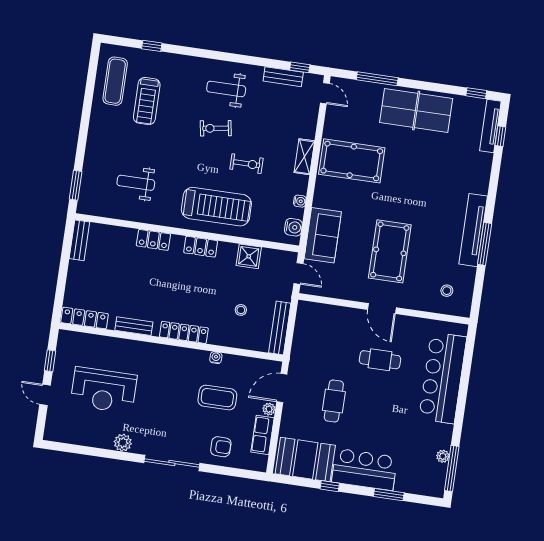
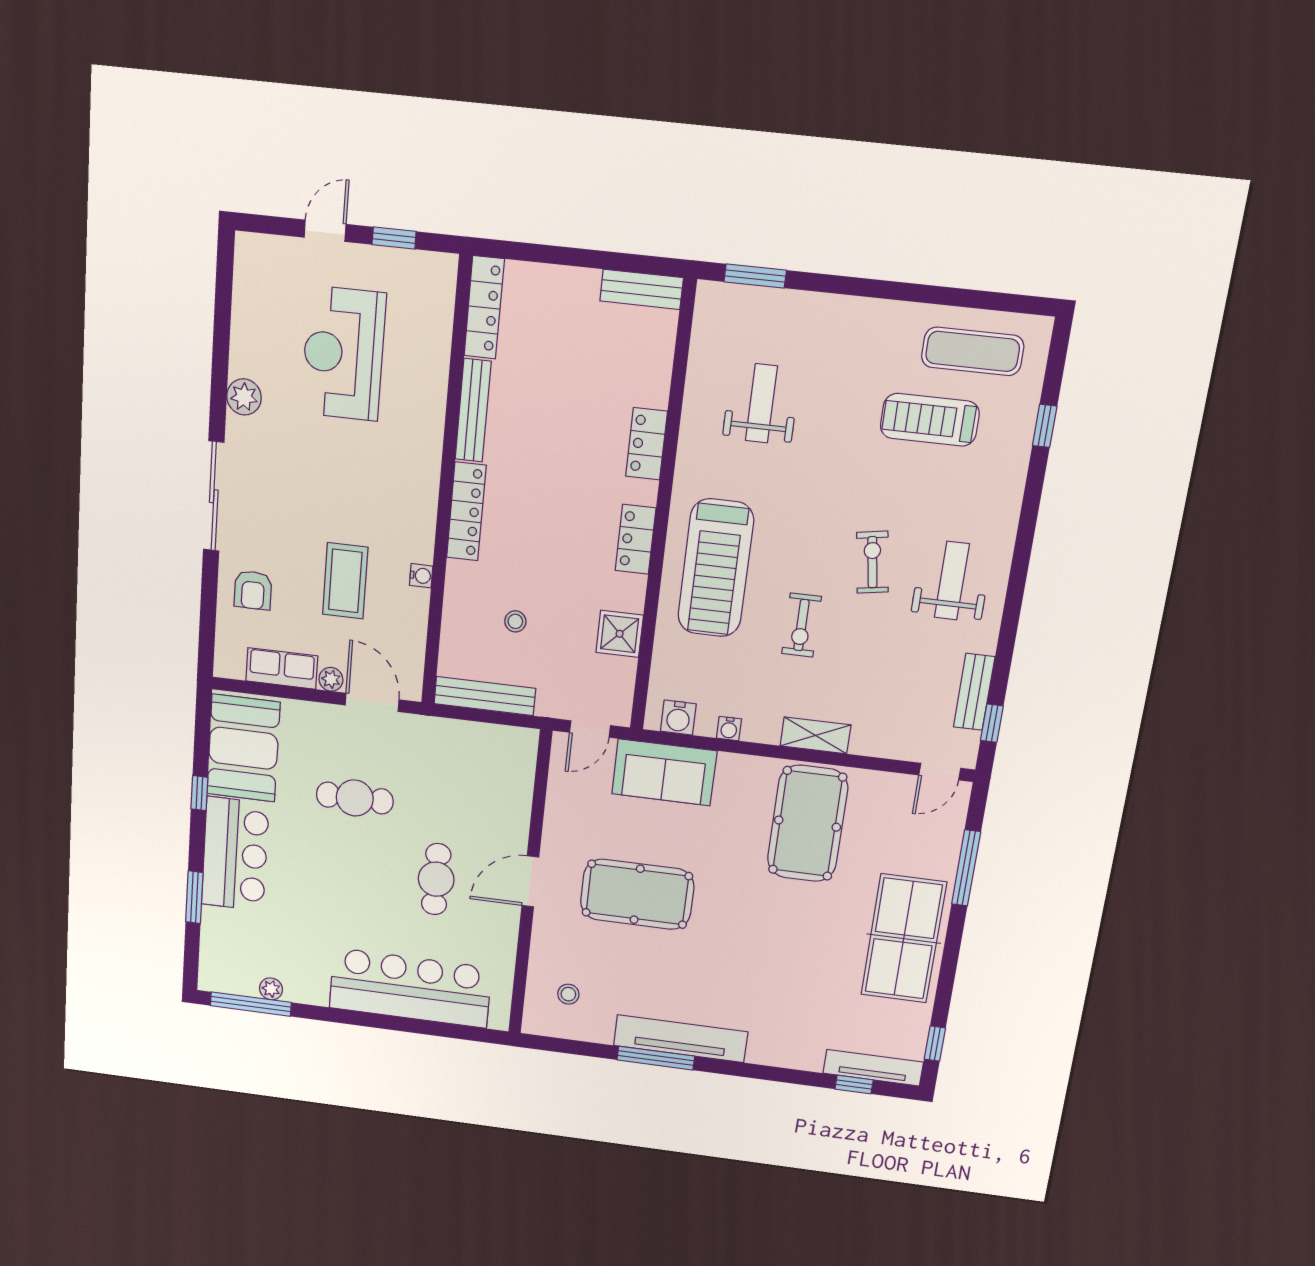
bench: (134, 326) -> (473, 410), width x1.36

